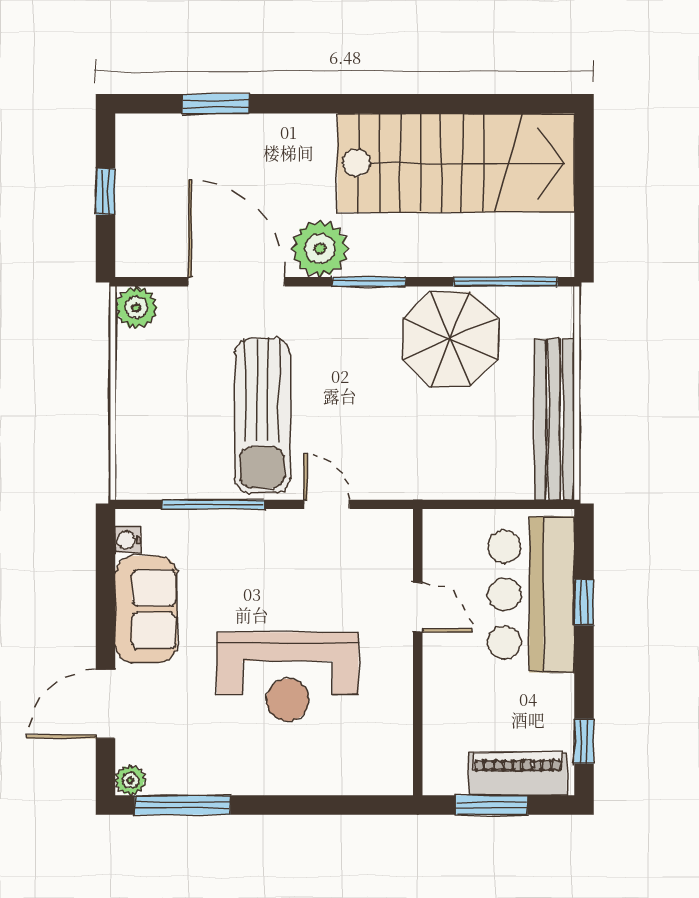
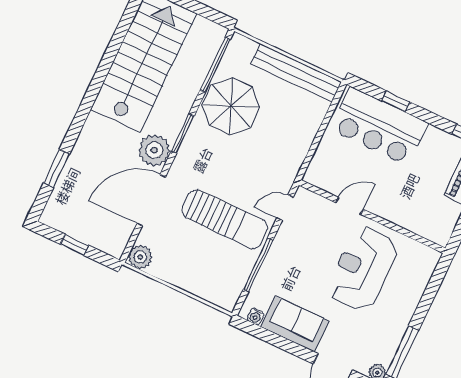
door: (418, 607) -> (349, 206), moved
wall: (418, 652) -> (372, 217), moved
reception desk: (288, 677) -> (363, 269), turned 180

